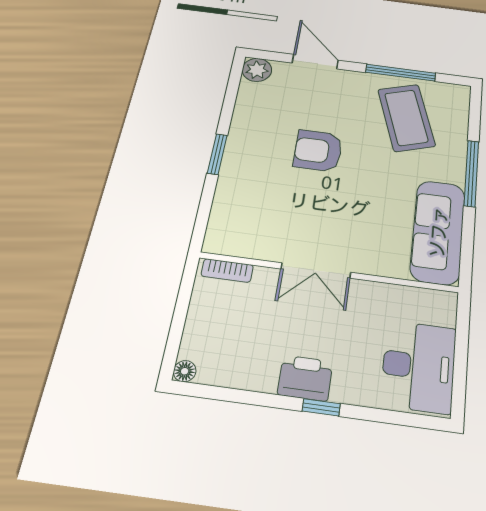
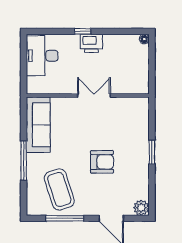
bookcase: (227, 270) -> (135, 89), removed

